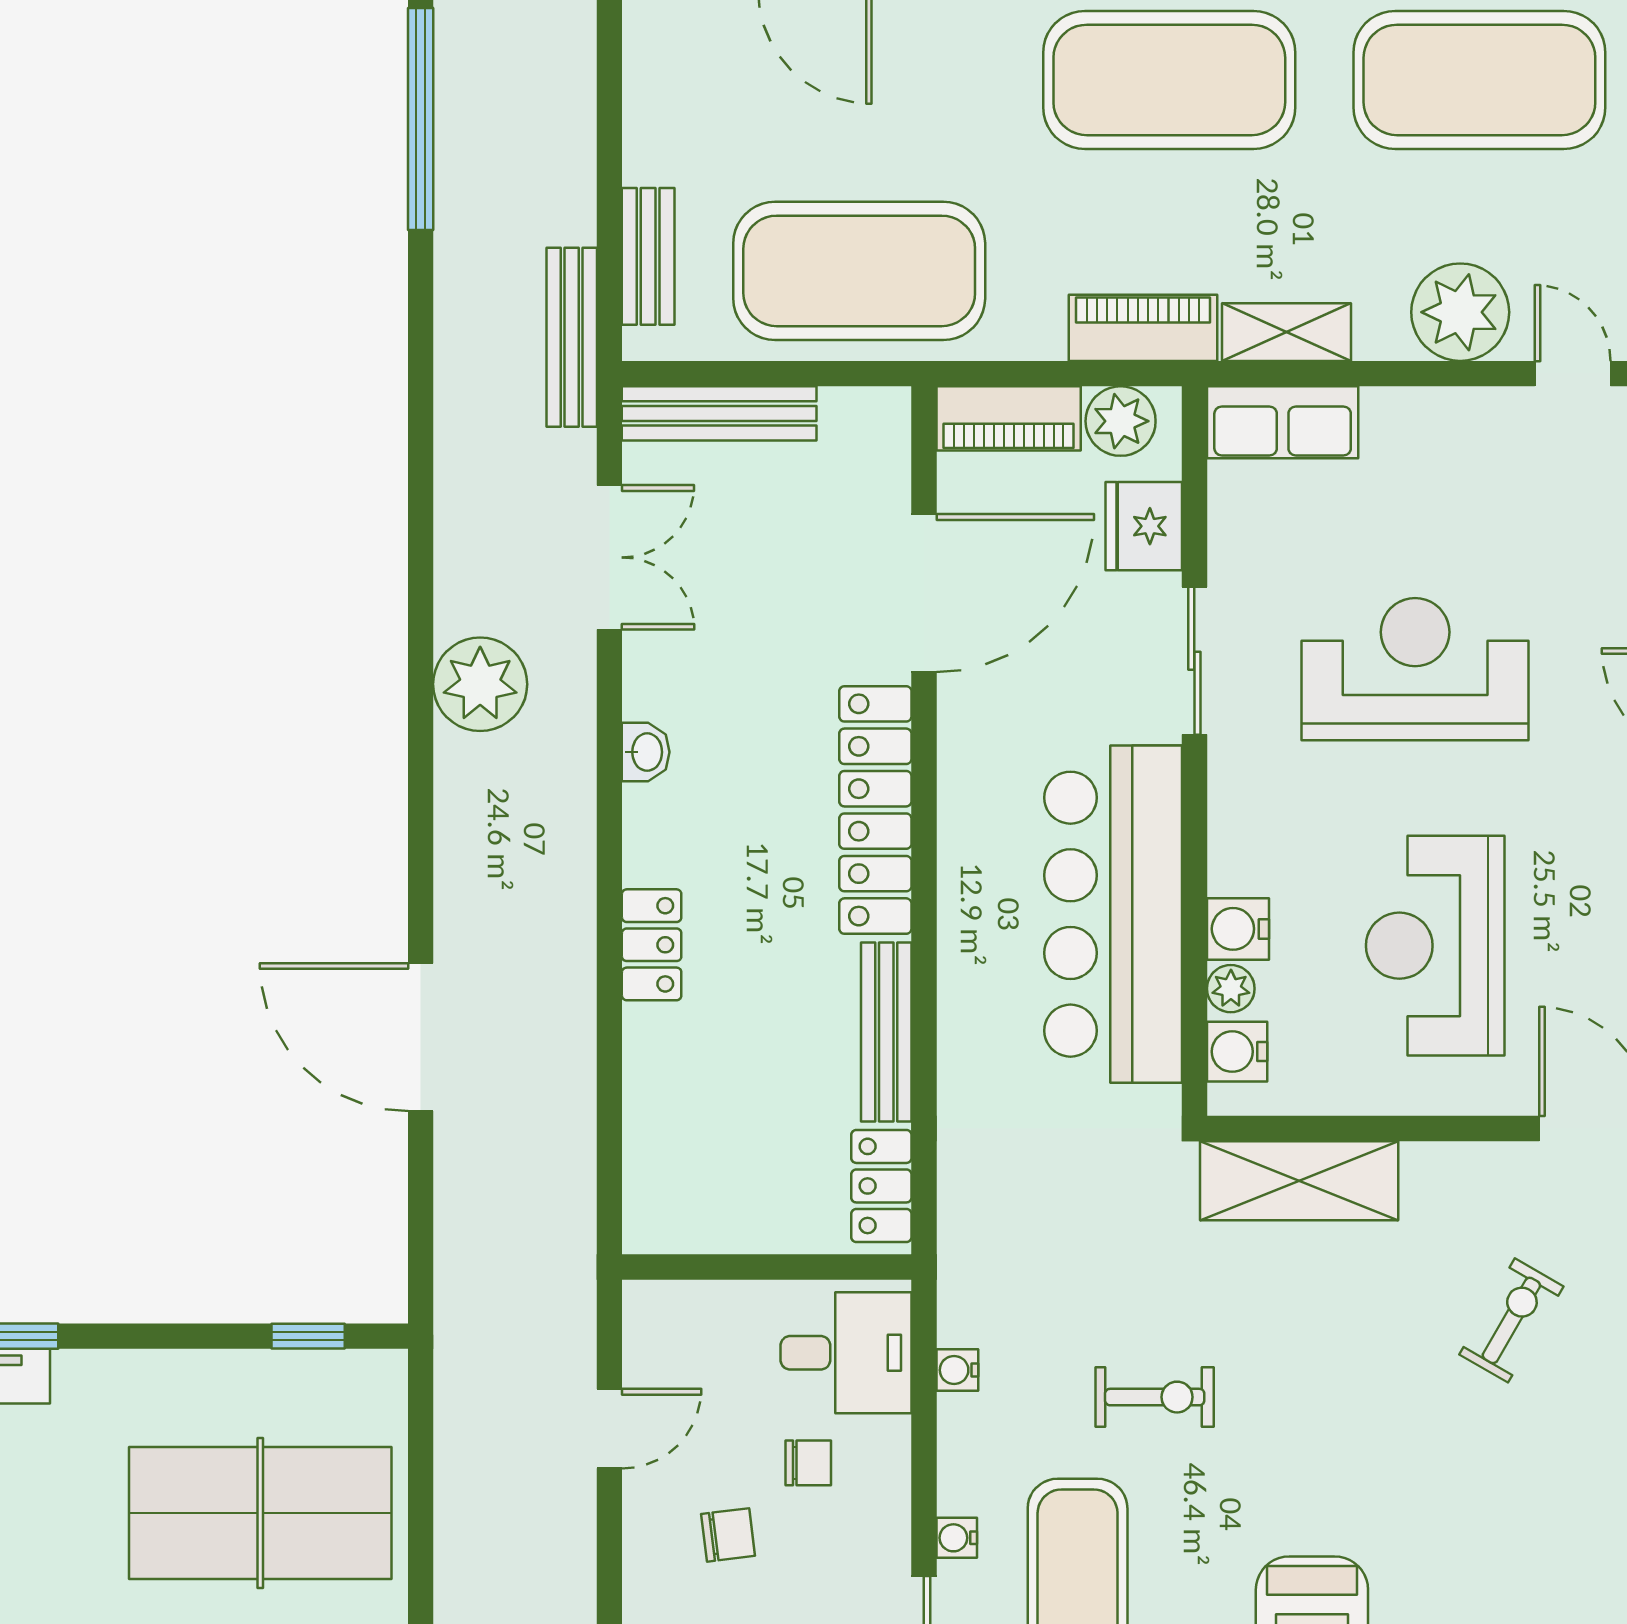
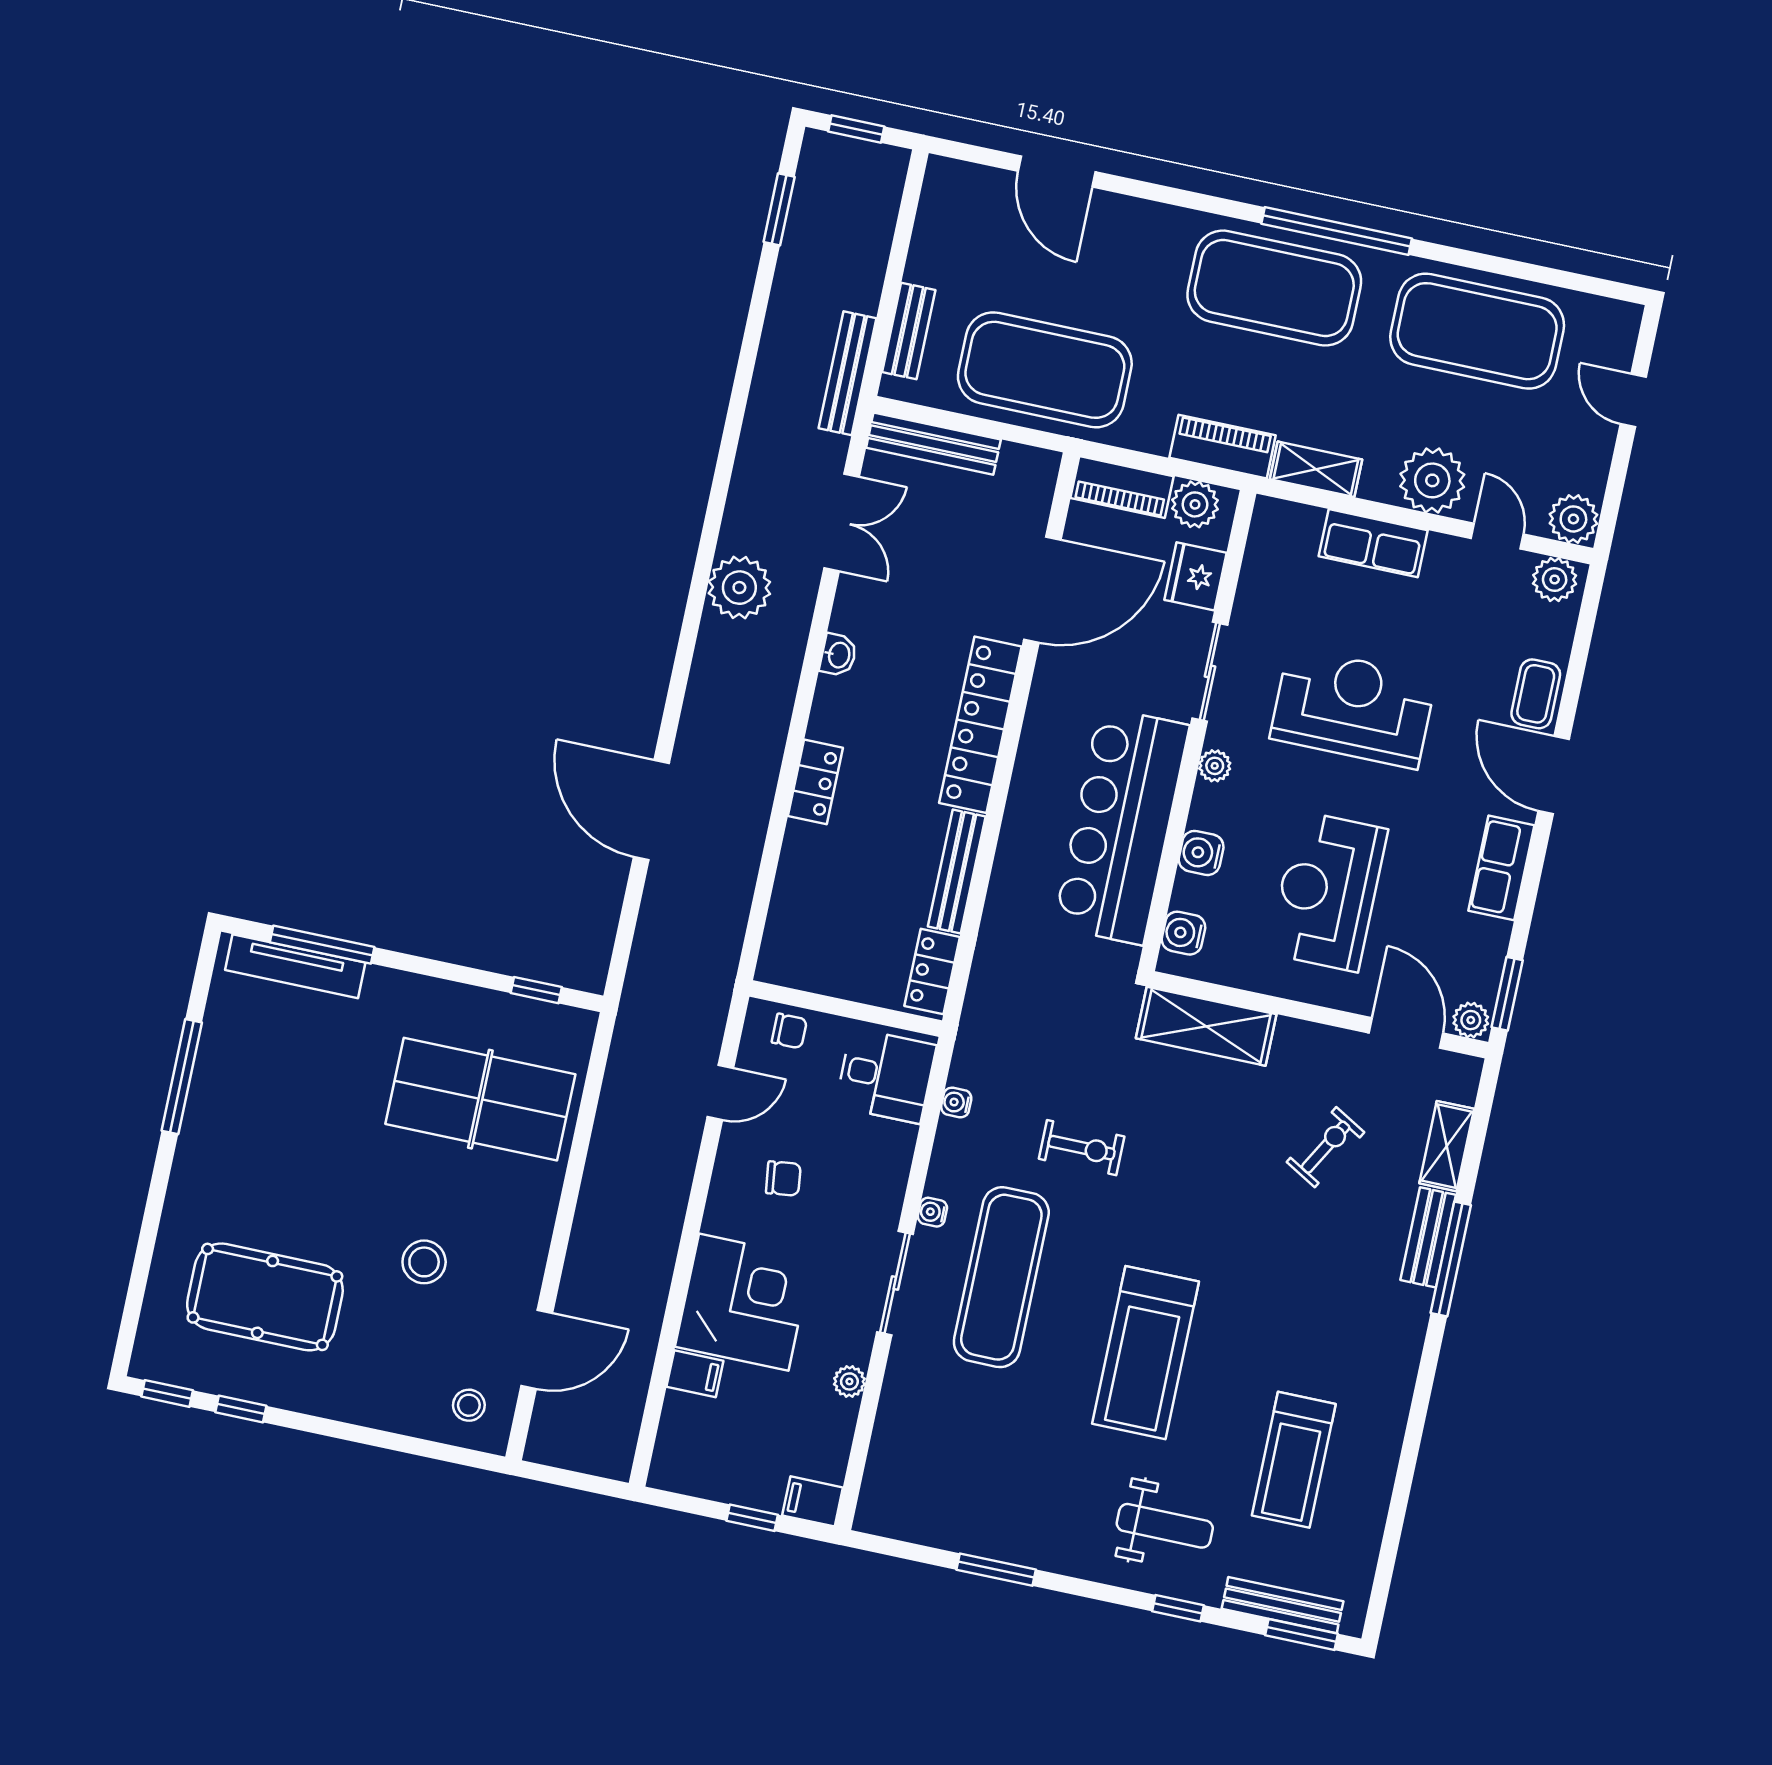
window: (421, 119) -> (779, 209), width x0.47
row of seats: (1283, 422) -> (1373, 543), moved
plant: (1231, 989) -> (1215, 766), moved
chair: (808, 1463) -> (789, 1031), moved

